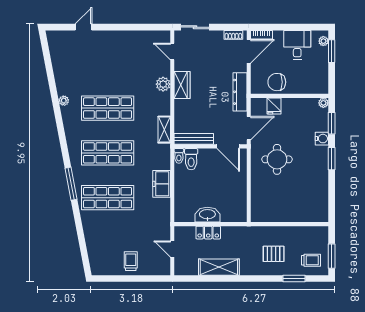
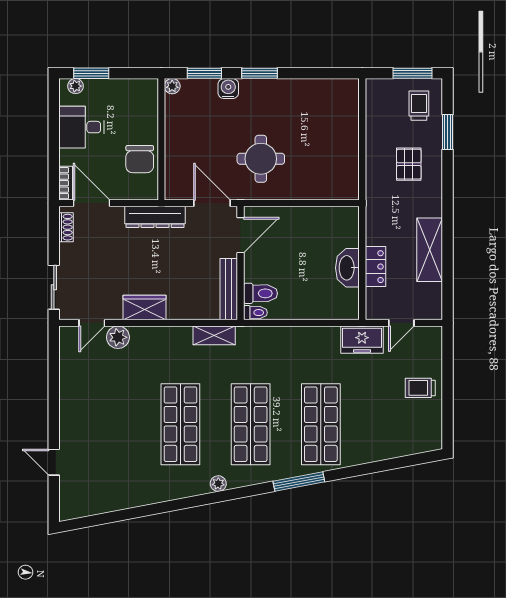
plant: (163, 84) -> (118, 337), moved
plant: (64, 101) -> (218, 484), moved
fridge: (274, 106) -> (177, 164), removed
freezer: (162, 184) -> (362, 340), moved

